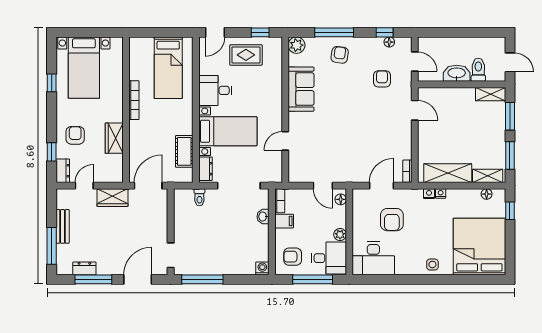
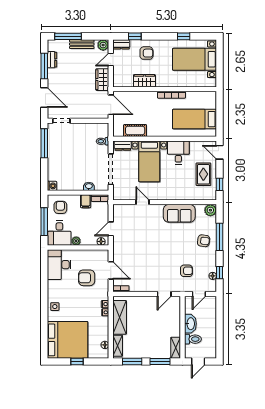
door: (84, 186) -> (111, 59), swing flipped
plant: (64, 196) -> (103, 45), added
window: (510, 211) -> (77, 362), moved

